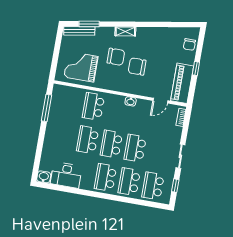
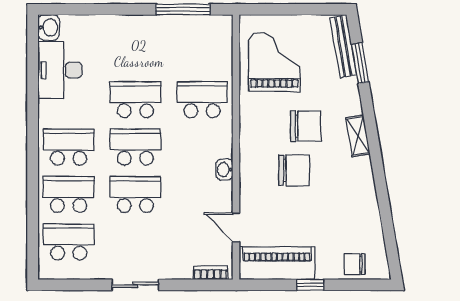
chair: (116, 57) -> (306, 126), turned -90
chair: (137, 66) -> (294, 170), turned 90
window: (175, 186) -> (77, 285), removed

